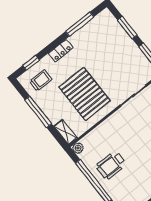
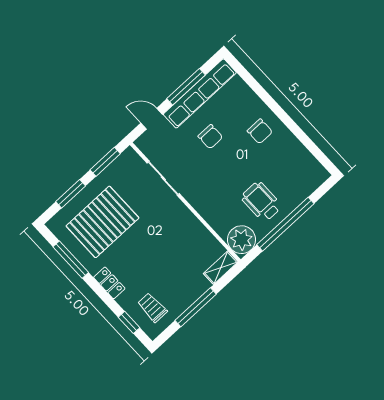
pallet: (85, 94) -> (102, 222), moved
plant: (78, 148) -> (242, 240), width x1.88, depth x1.88
wheelchair: (111, 165) -> (261, 202), turned 180

